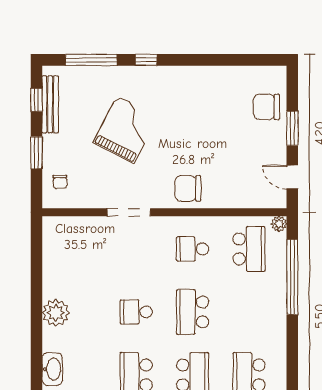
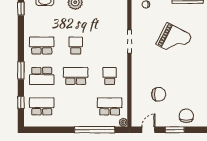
chair: (188, 188) -> (159, 94), moved, turned 90
school desk: (249, 249) -> (110, 106), turned 180

